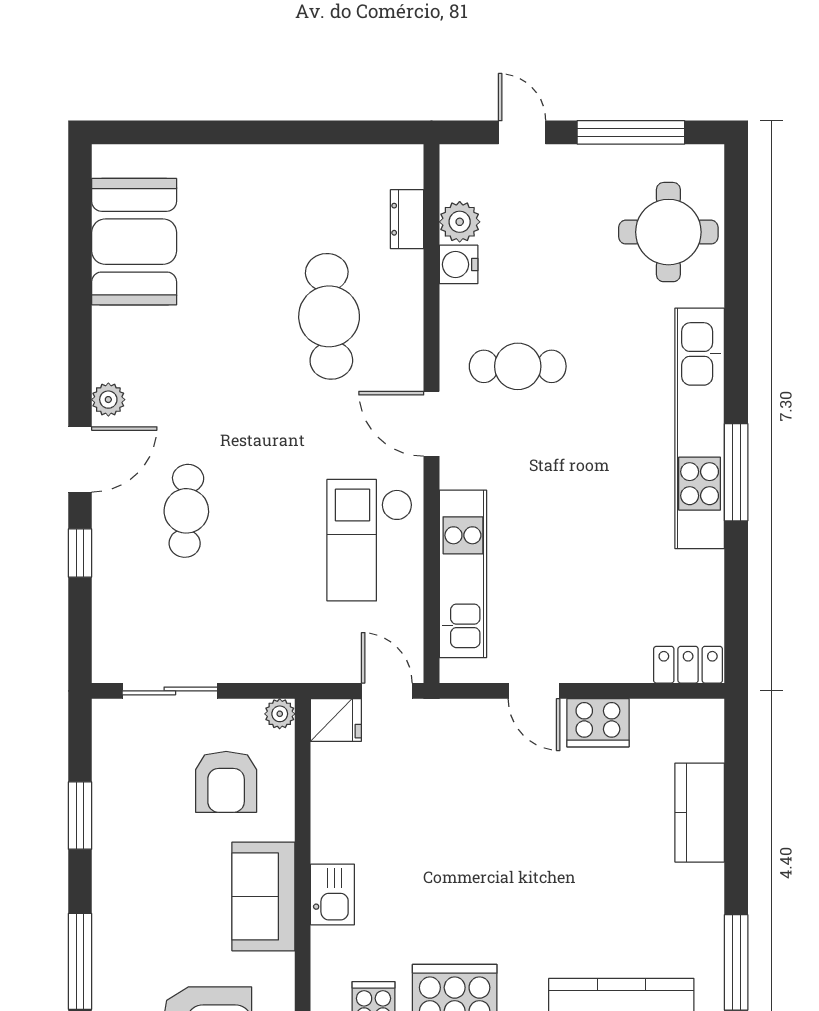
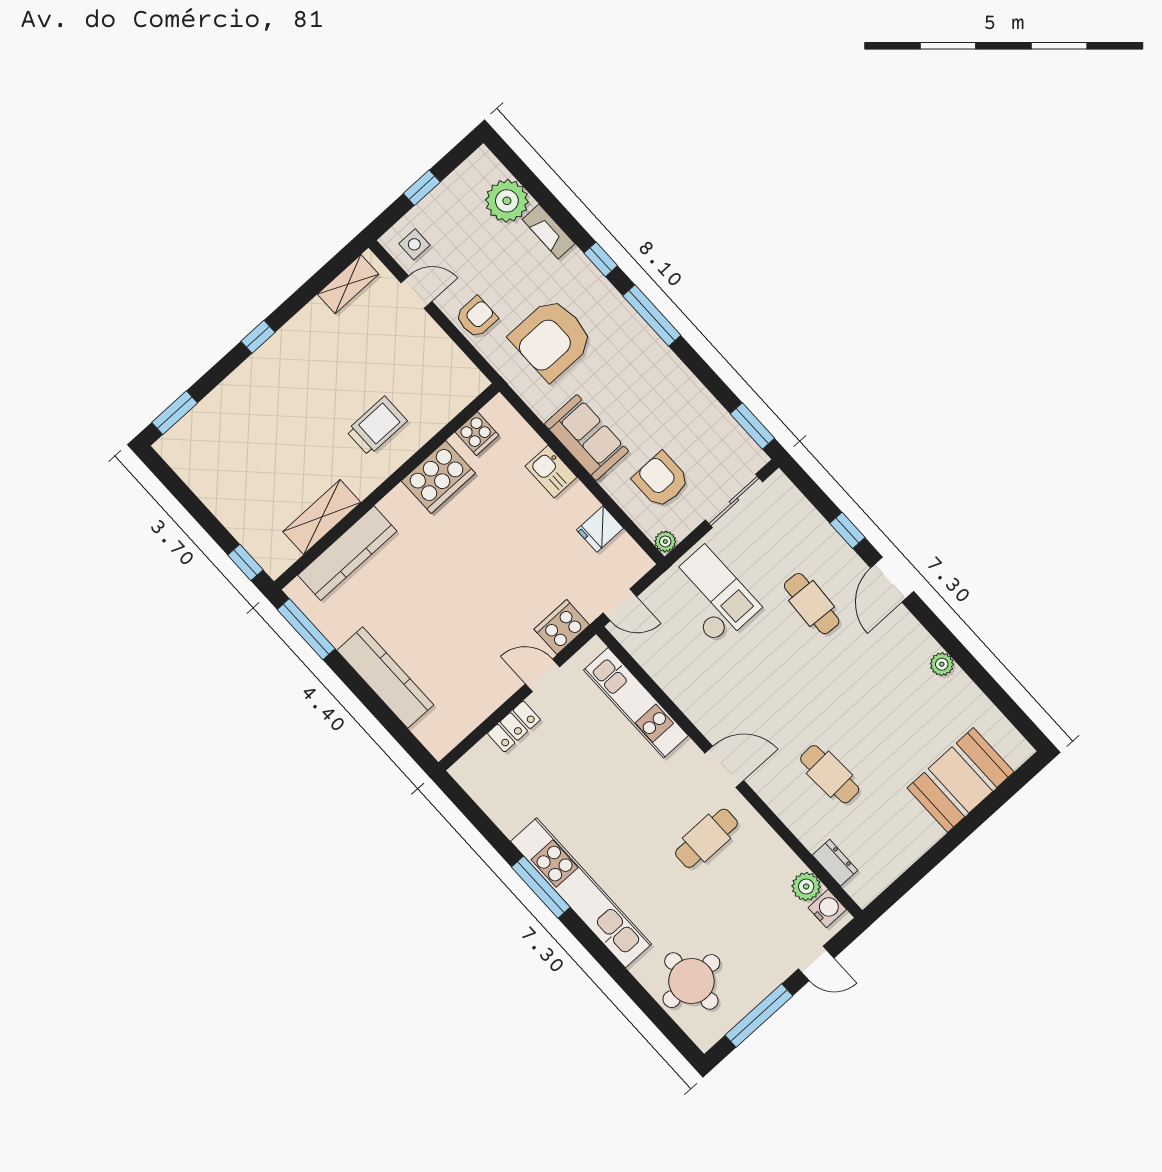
booth: (134, 242) -> (961, 780), moved, turned 90
water cooler: (459, 264) -> (827, 908), moved
cafe table: (329, 316) -> (830, 774), width x0.73, depth x0.74
plant: (108, 400) -> (942, 664), moved
checkout: (370, 540) -> (711, 596), moved
locker: (688, 665) -> (514, 726), moved
fridge: (336, 720) -> (600, 529), moved
cooker: (598, 723) -> (562, 627), moved
kitchen counter: (700, 813) -> (385, 678), width x1.50
window: (80, 816) -> (752, 426), moved

